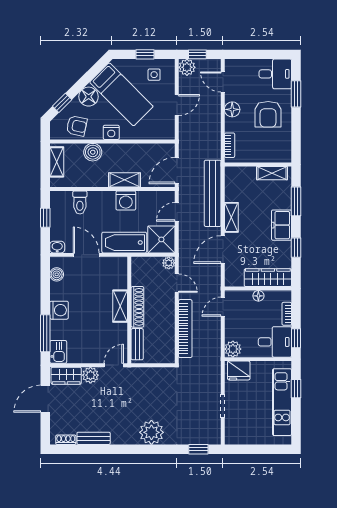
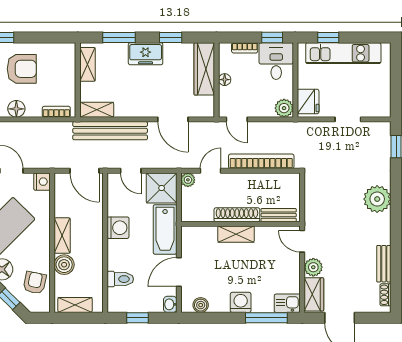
nightstand: (111, 132) -> (42, 182), moved
shelving: (125, 180) -> (62, 236), moved
shelving: (231, 217) -> (97, 110), moved

